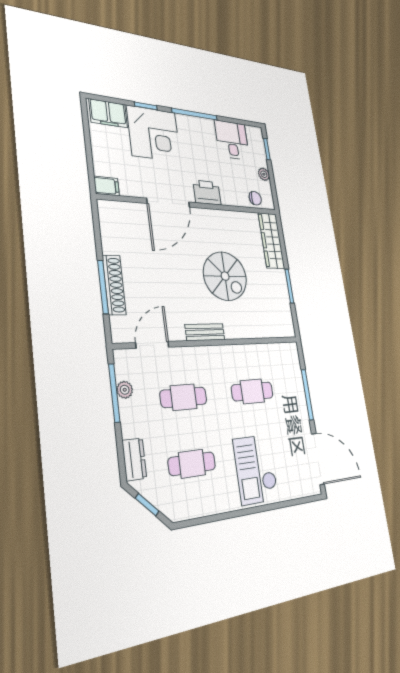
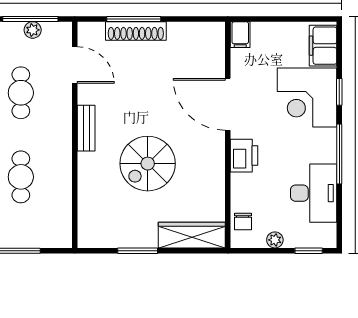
desk: (232, 140) -> (314, 193), width x1.37

